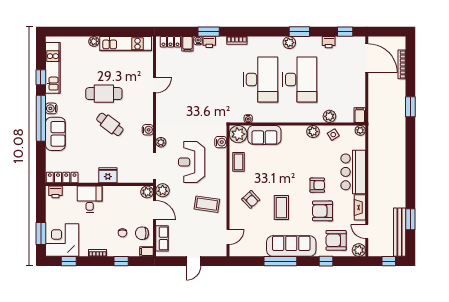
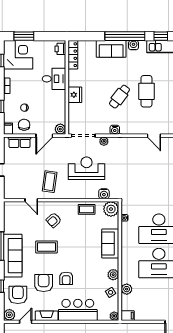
sofa: (264, 135) -> (110, 244), moved
plant: (163, 190) -> (62, 143), removed
door: (228, 237) -> (31, 200), moved

